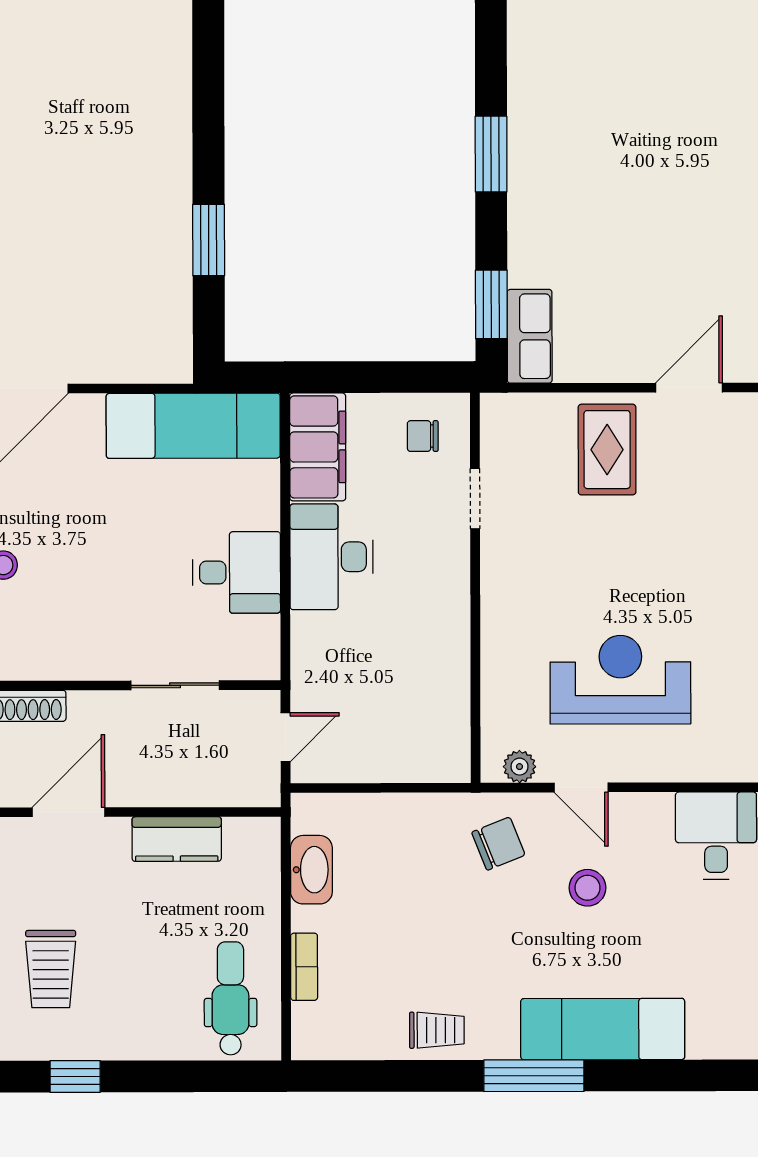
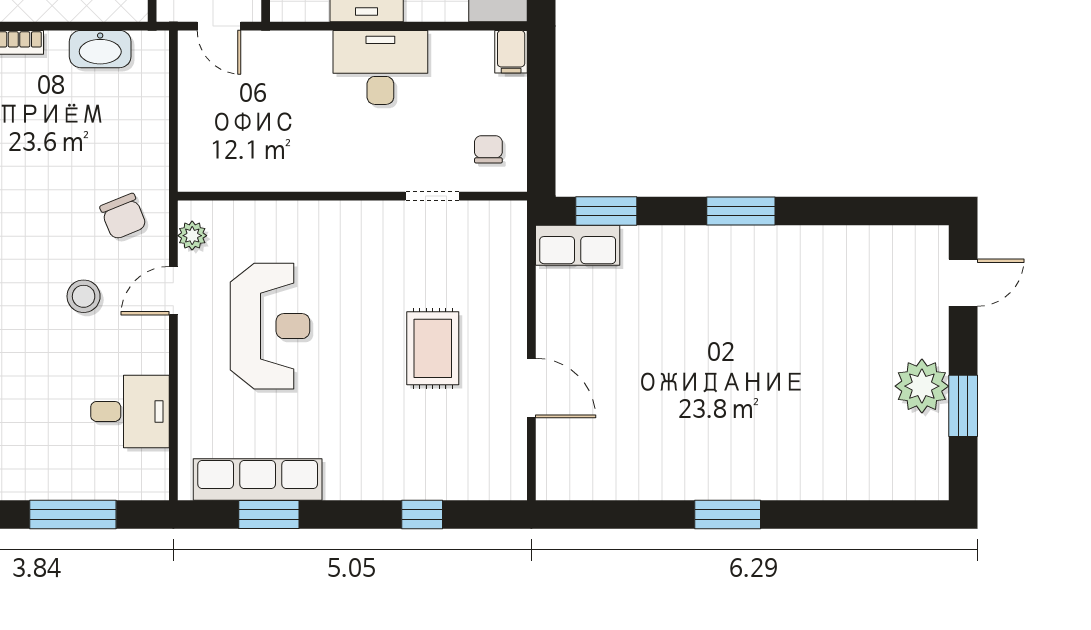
filing cabinet: (318, 447) -> (511, 52), width x0.33, depth x0.86
rug: (607, 450) -> (433, 348), moved, turned 90

